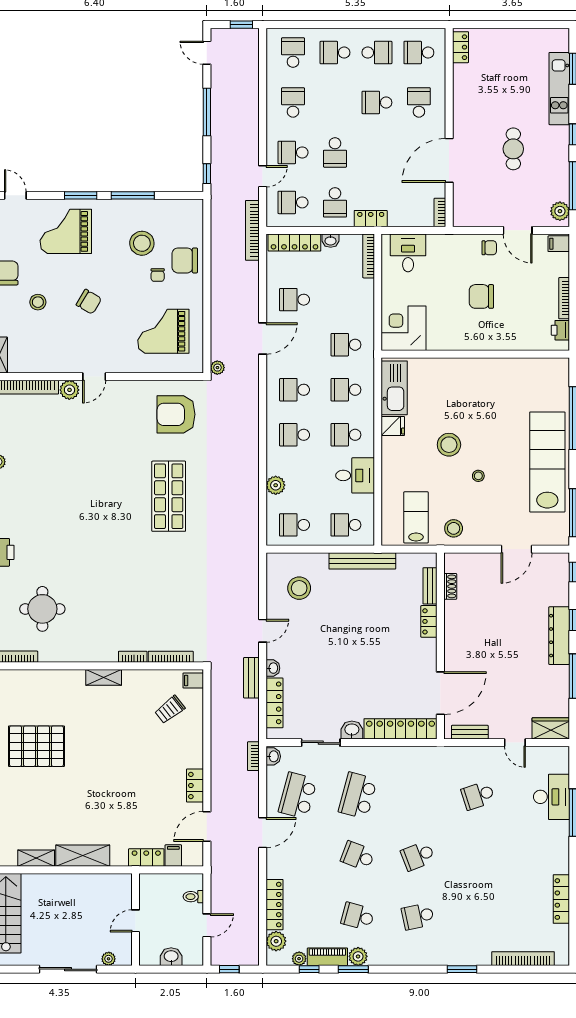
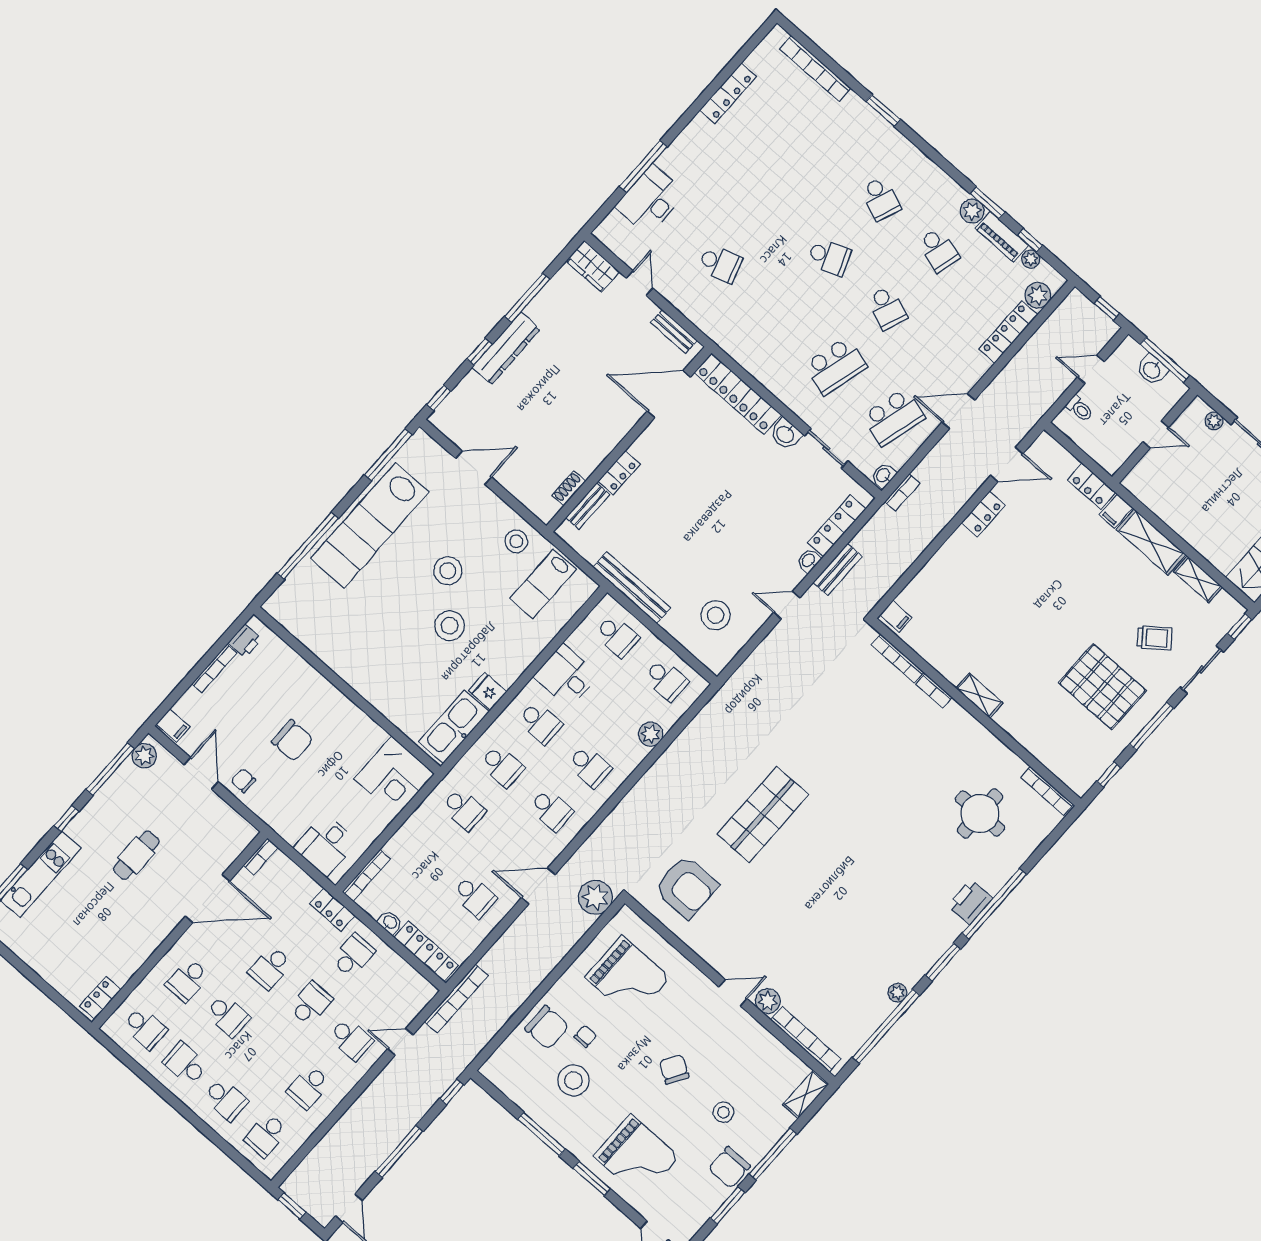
school desk: (293, 202) -> (270, 968), moved, turned 90
plant: (217, 368) -> (595, 897), width x1.88, depth x1.88
stool: (478, 476) -> (448, 571), width x1.89, depth x1.89
trolley: (170, 709) -> (1154, 638), moved
filing cabinet: (173, 856) -> (1116, 511), moved
school desk: (418, 916) -> (881, 199), turned 33
window: (169, 969) -> (1165, 360), added

